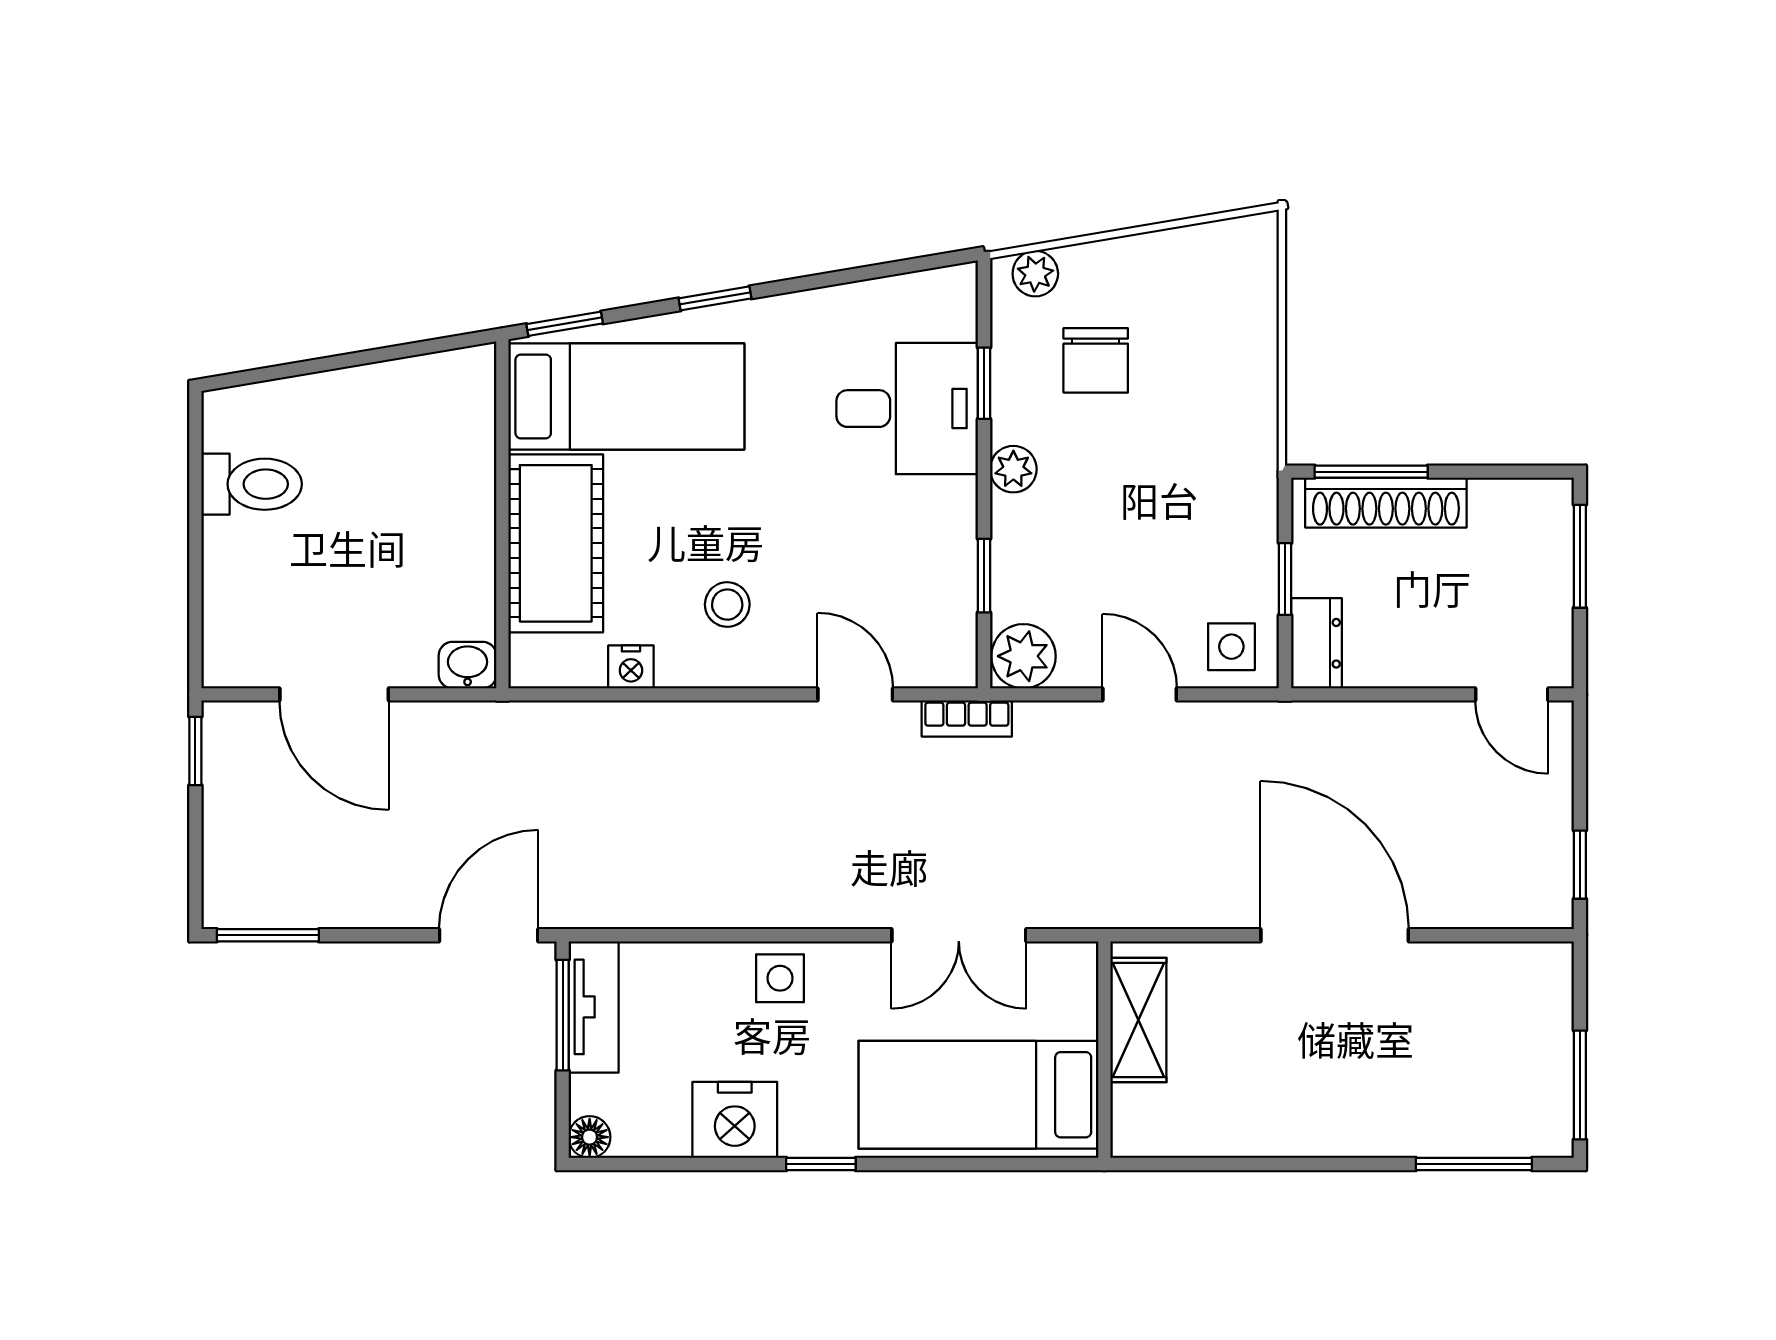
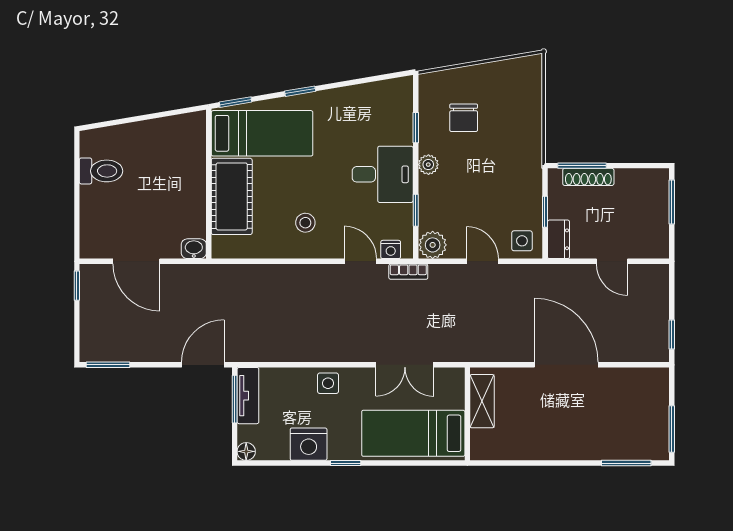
plant: (1035, 274) -> (438, 81), removed
desk: (907, 409) -> (383, 174), moved
shoe rack: (1386, 503) -> (588, 177), width x0.74, depth x0.81
nightstand: (631, 667) -> (391, 249), moved
door: (1512, 694) -> (612, 261), moved

